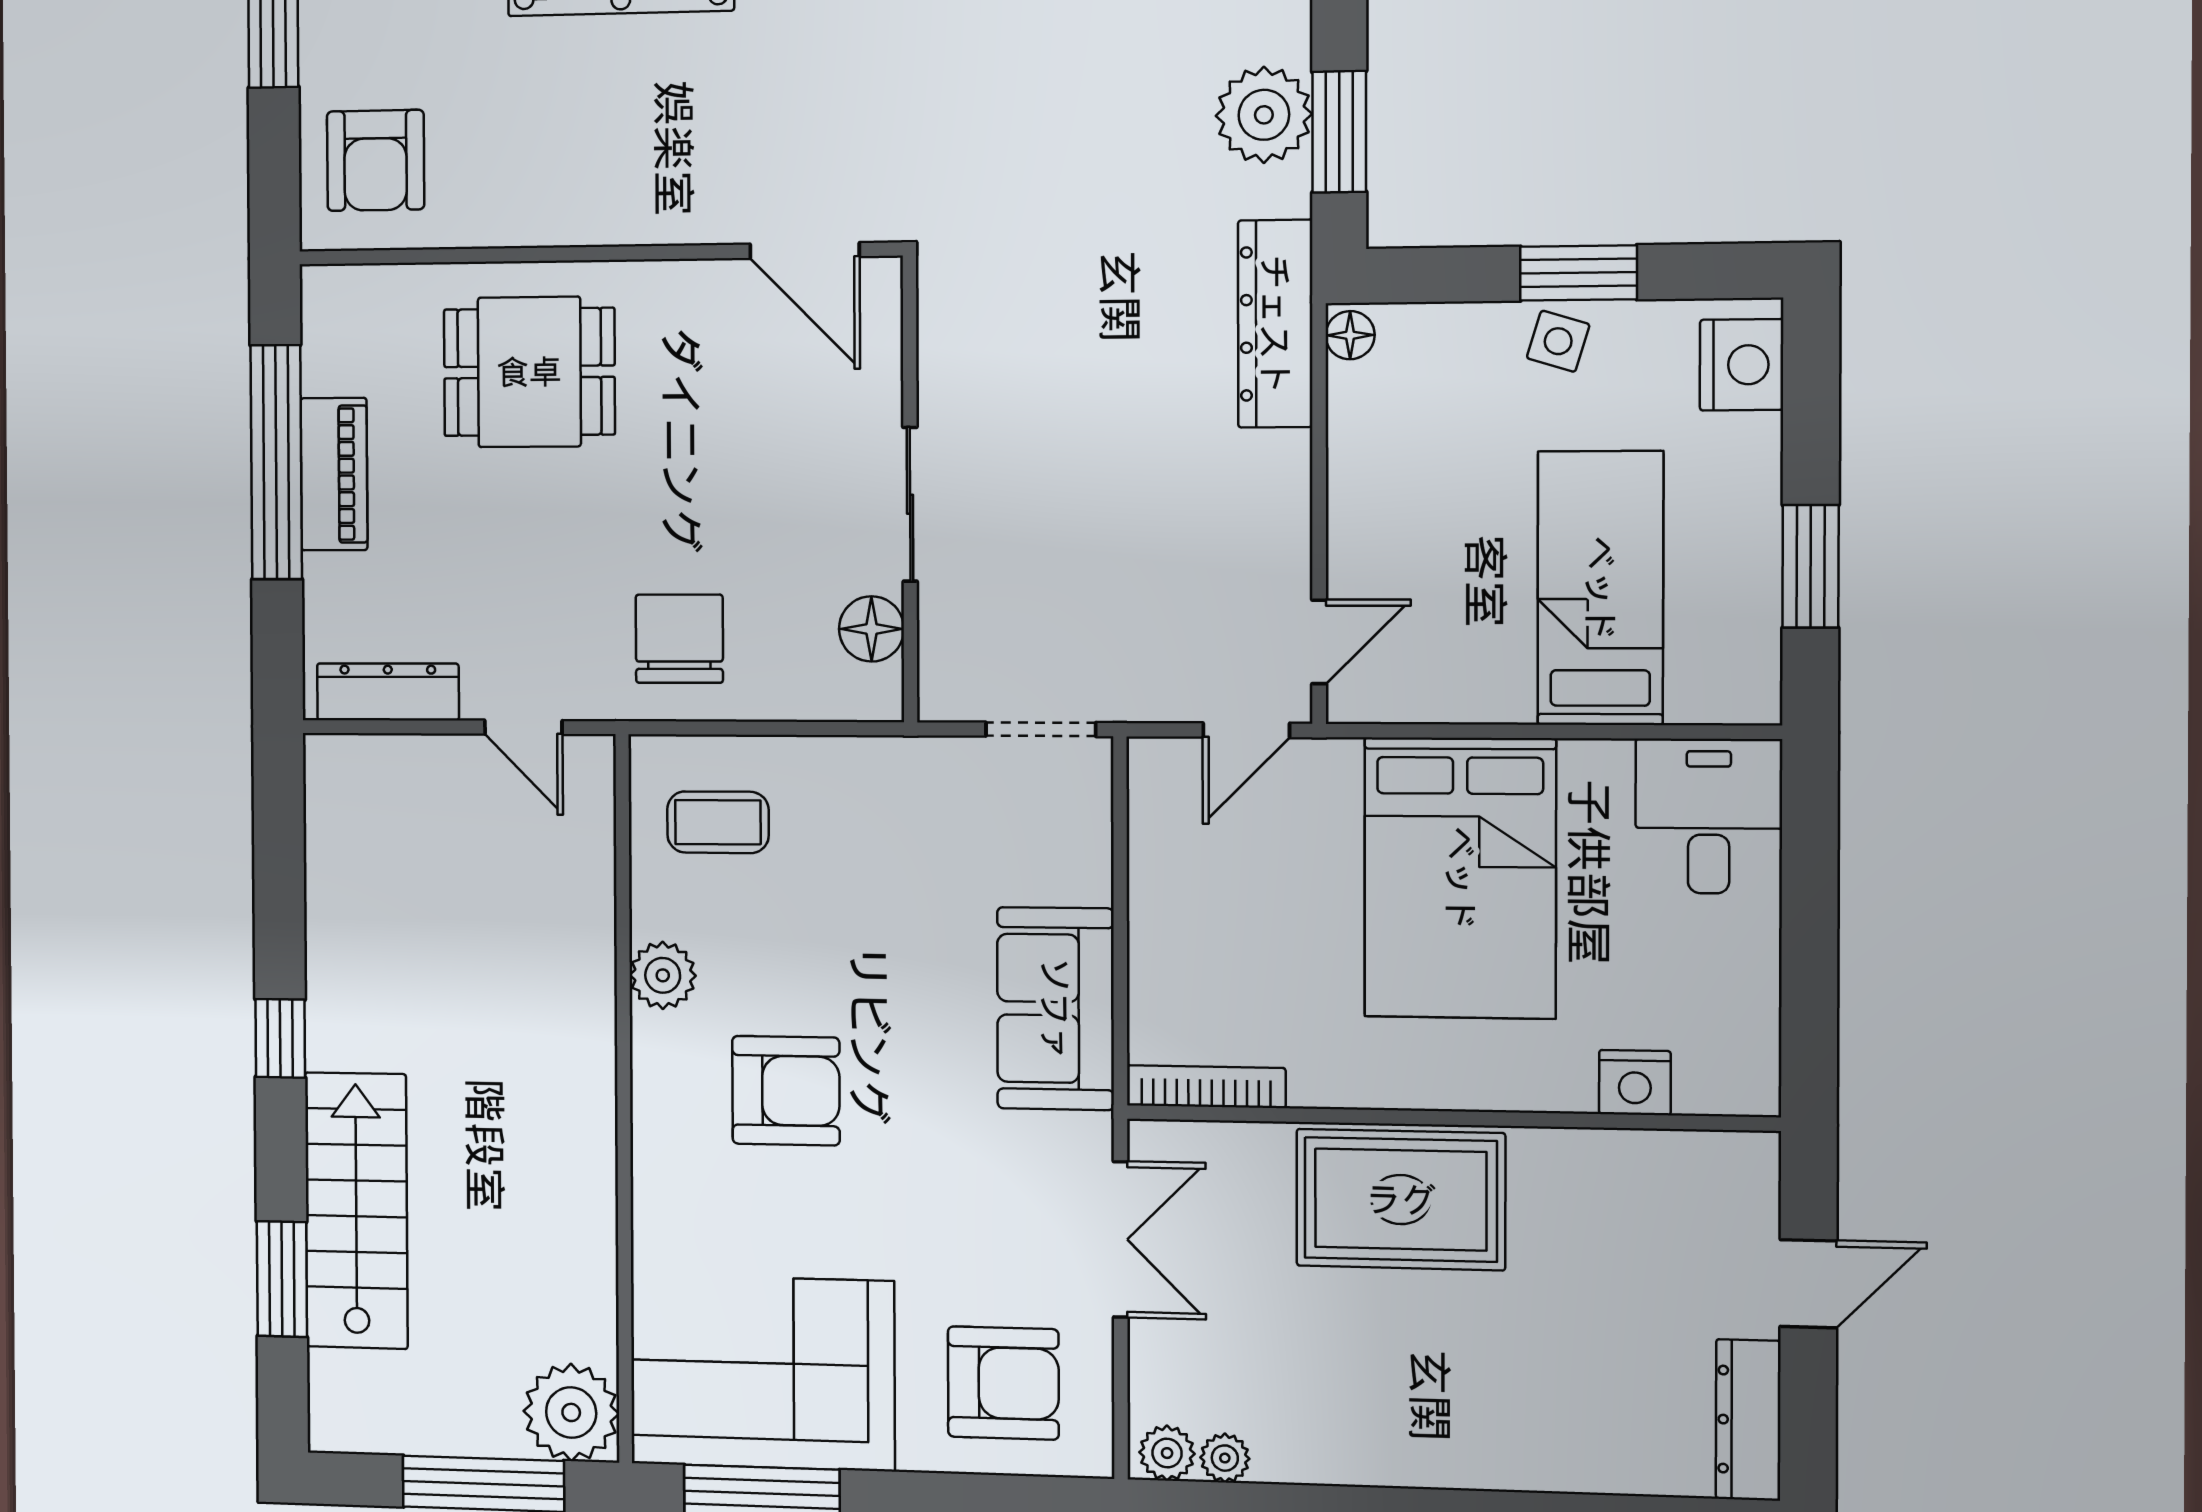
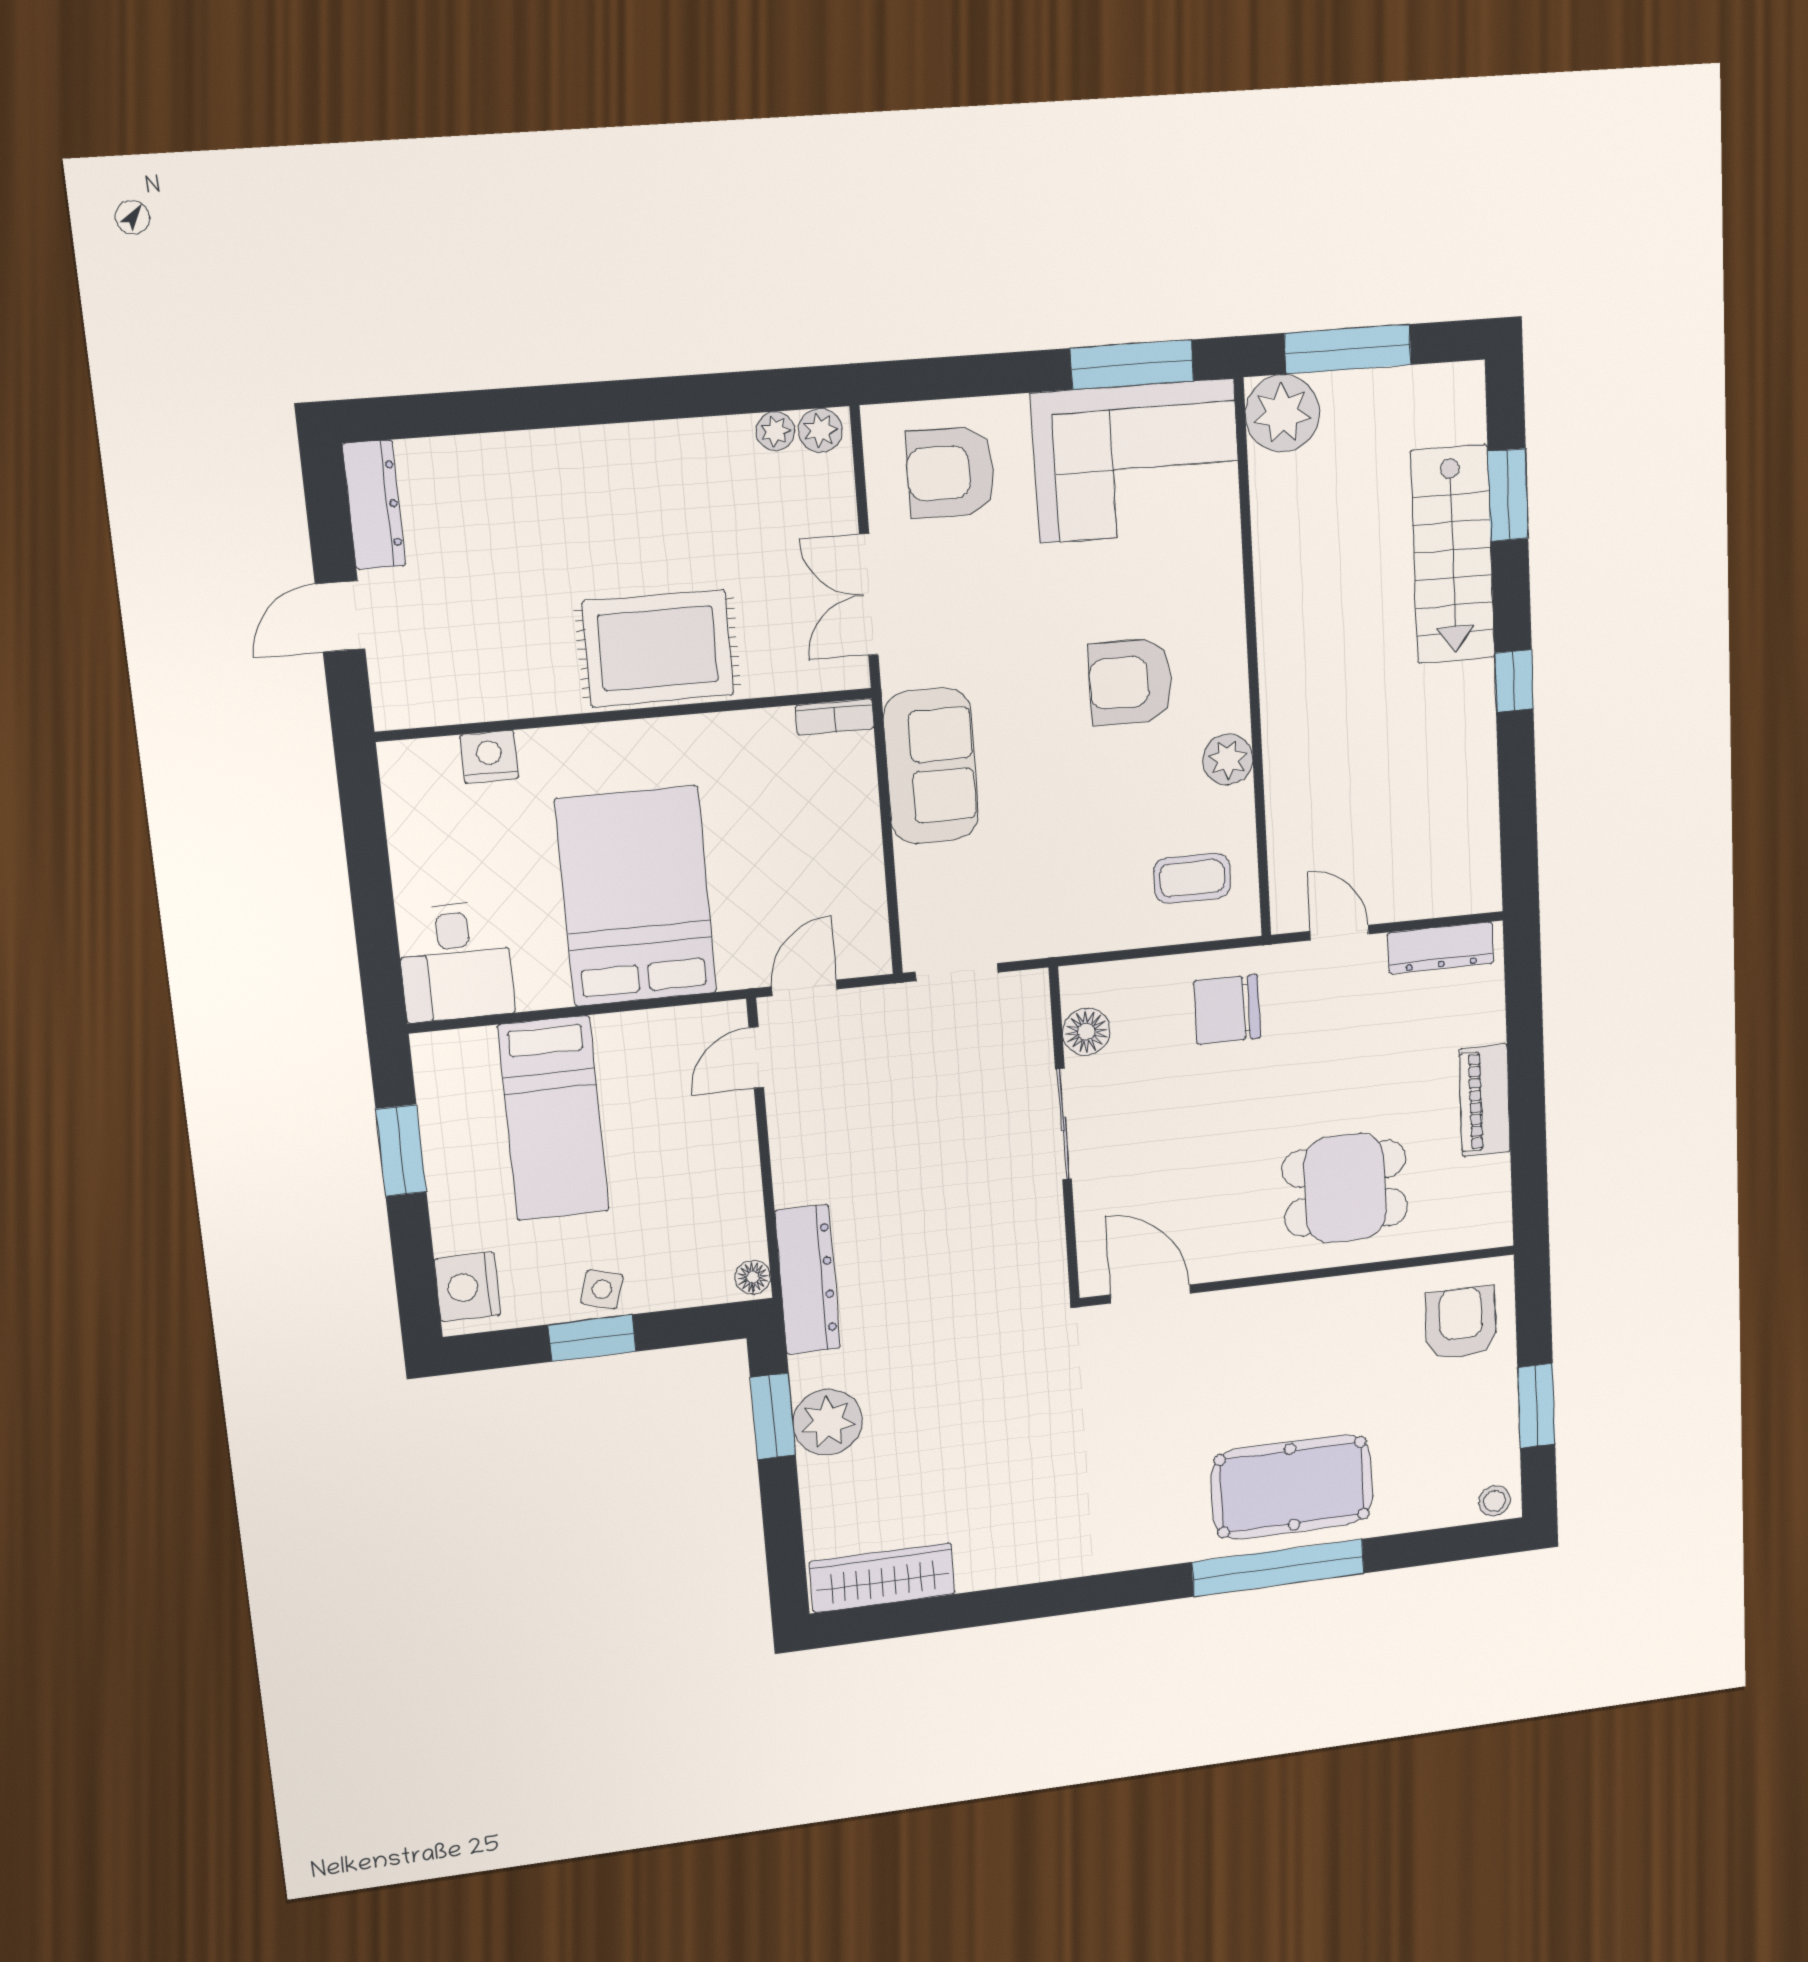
window: (276, 462) -> (1527, 1105), removed
chair: (679, 639) -> (1227, 1010), turned 90
bookcase: (1206, 1087) -> (835, 717), width x0.64

